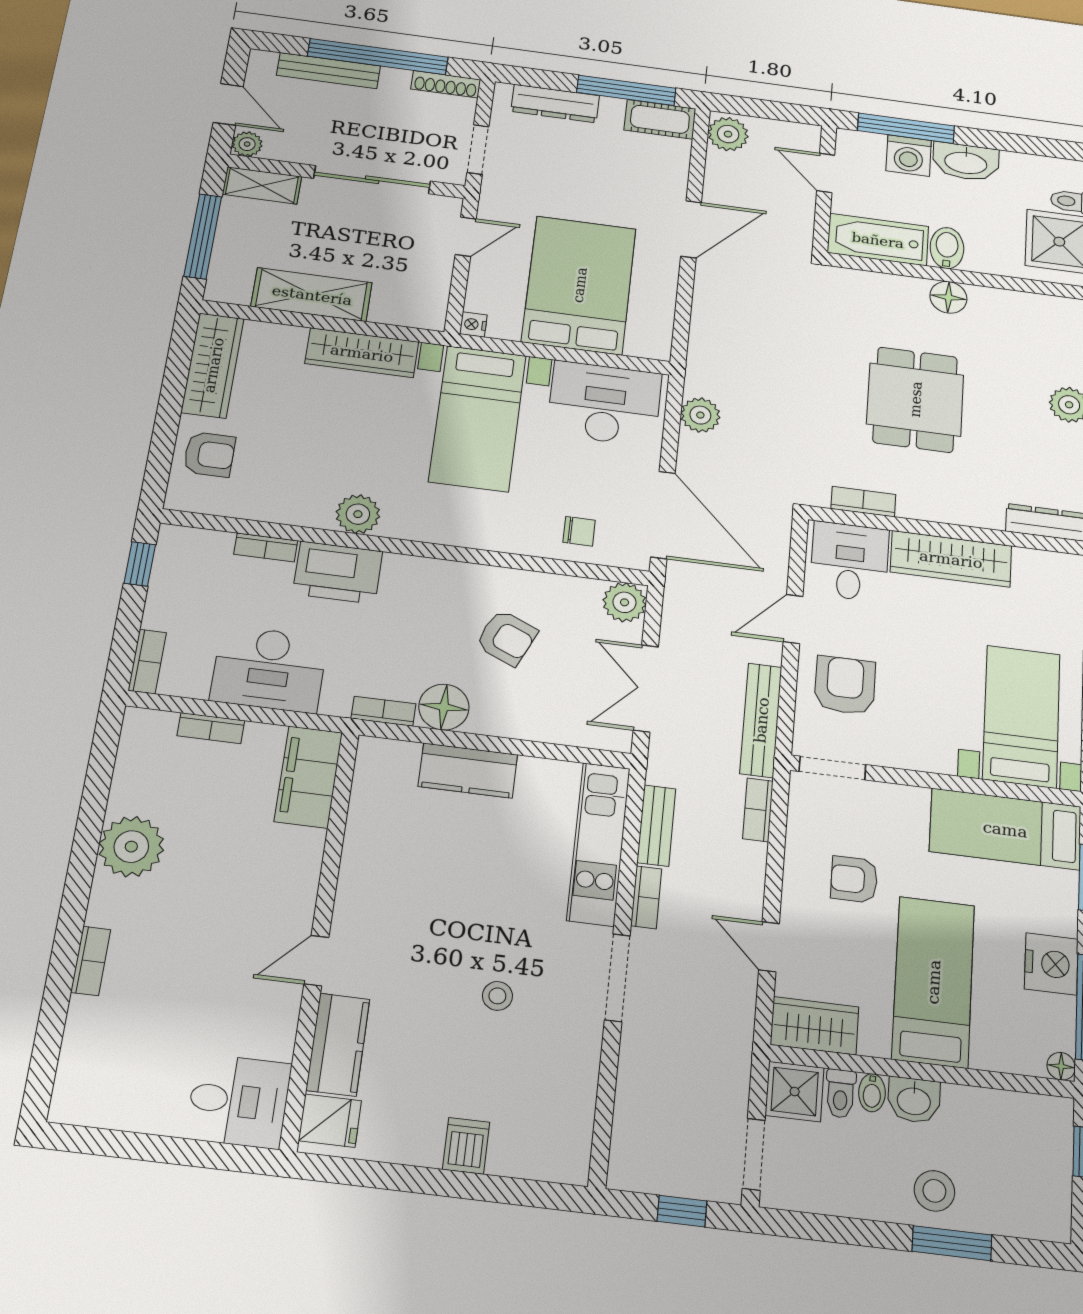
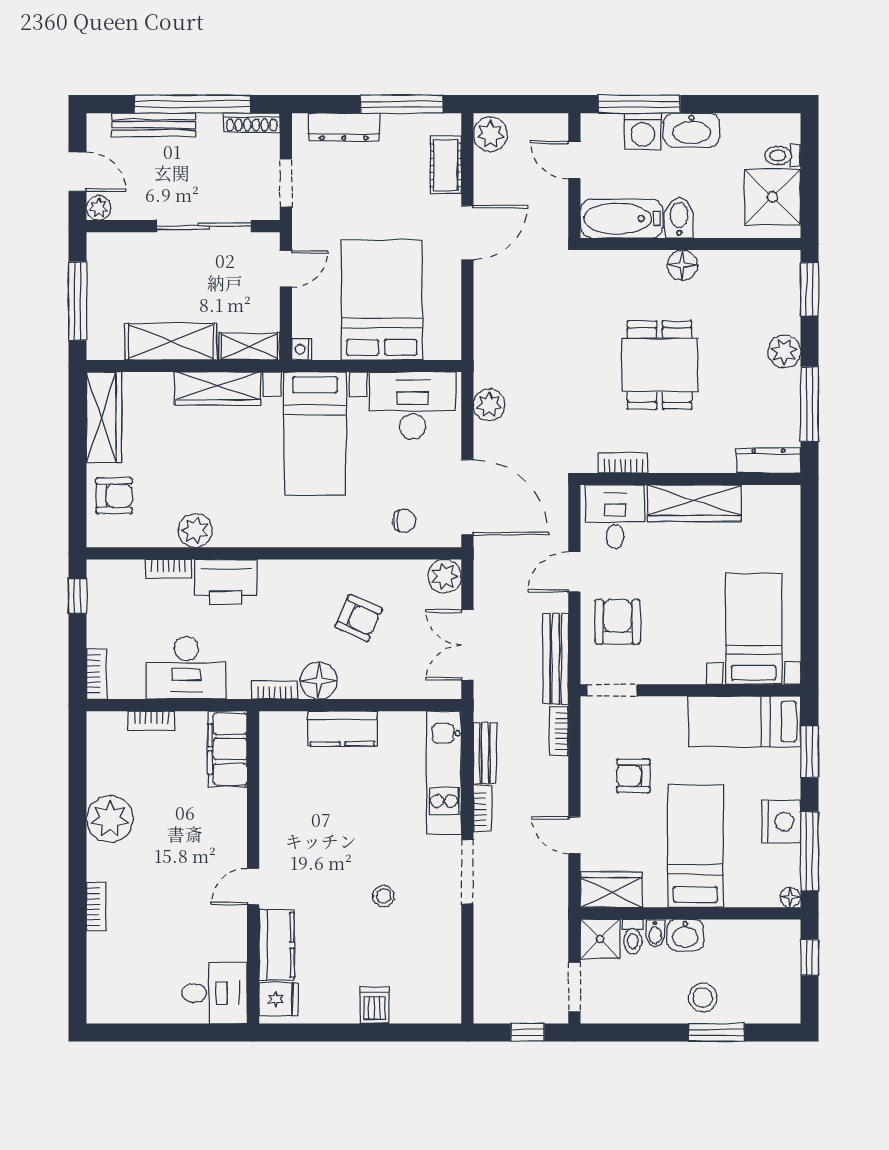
cot: (660, 119) -> (446, 165), moved, turned 90
shelving: (262, 185) -> (250, 346), moved
plant: (358, 514) -> (195, 530), moved

